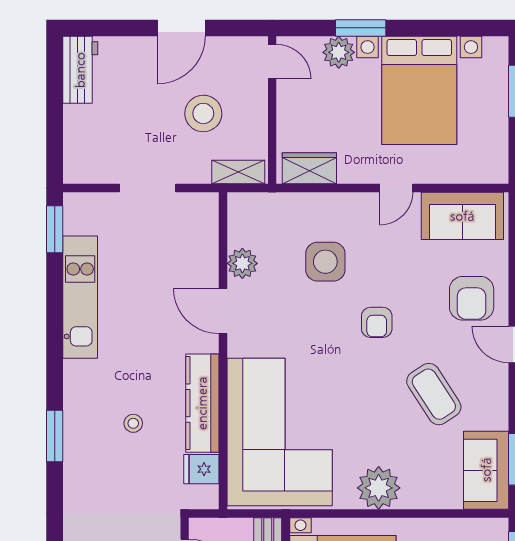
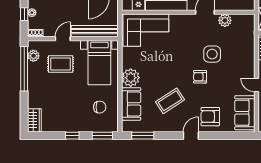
side table: (325, 262) -> (212, 54), moved
corner sofa: (280, 432) -> (146, 30), width x0.73, depth x0.74
sofa: (486, 470) -> (131, 104), moved, turned 90

